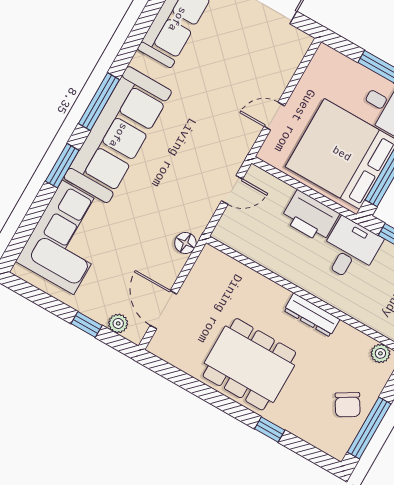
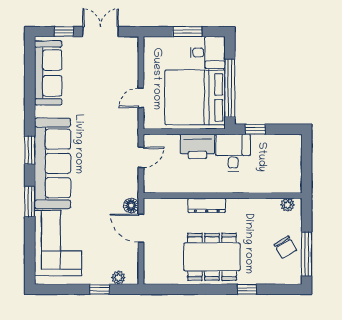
window: (99, 102) -> (30, 150), width x0.69
door: (163, 310) -> (141, 228), moved
dresser: (312, 315) -> (207, 205), moved

